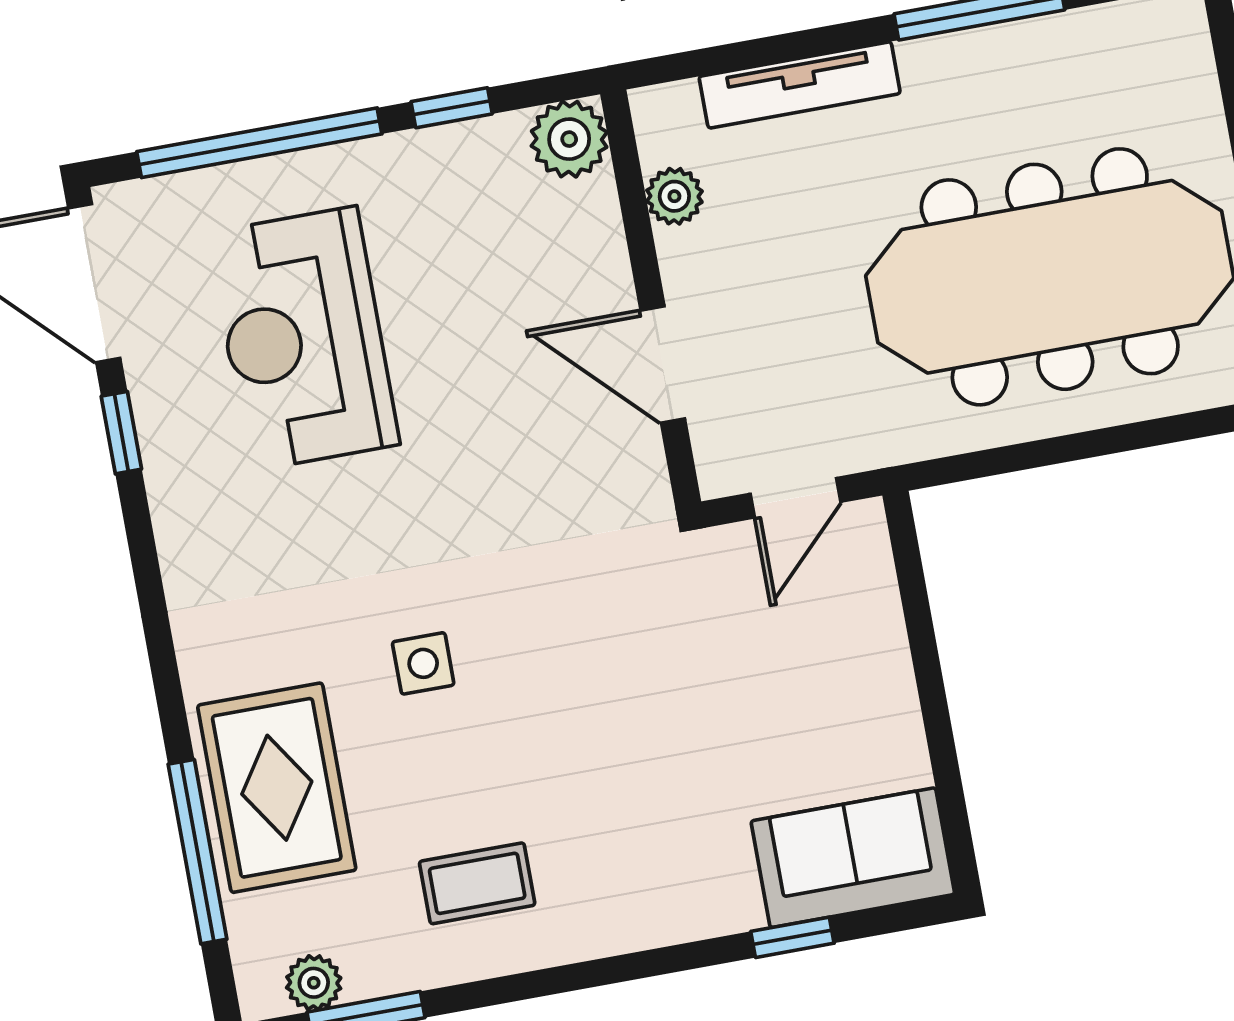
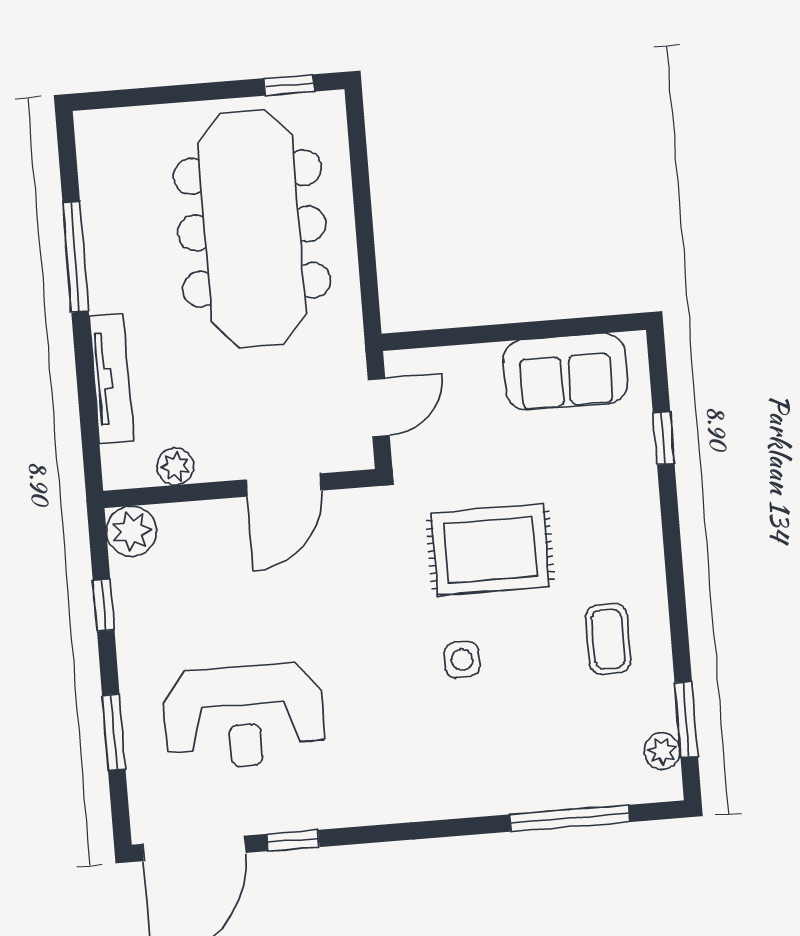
window: (259, 143) -> (114, 732), width x0.47
door: (795, 498) -> (379, 408), hinge flipped
rug: (277, 788) -> (490, 550), moved
sofa: (853, 858) -> (565, 372), moved, turned -90

